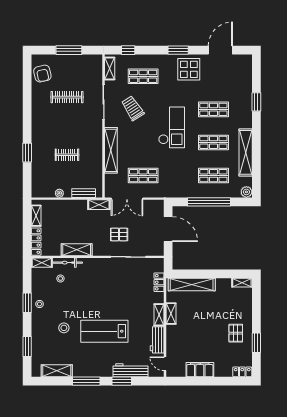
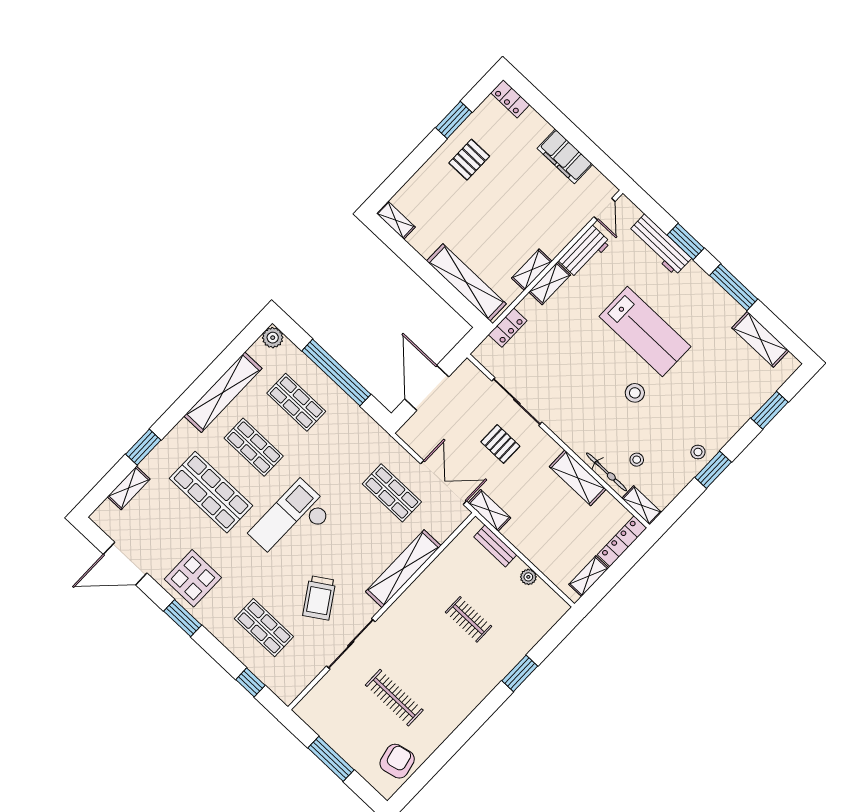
shelving: (110, 68) -> (129, 488), moved
shop shelf: (213, 109) -> (211, 492), width x1.43, depth x1.36
stool: (64, 328) -> (635, 393), moved

